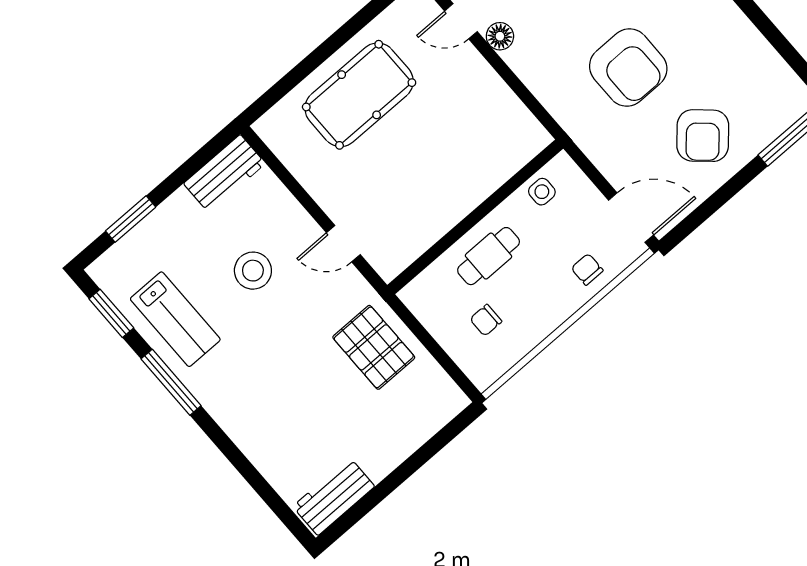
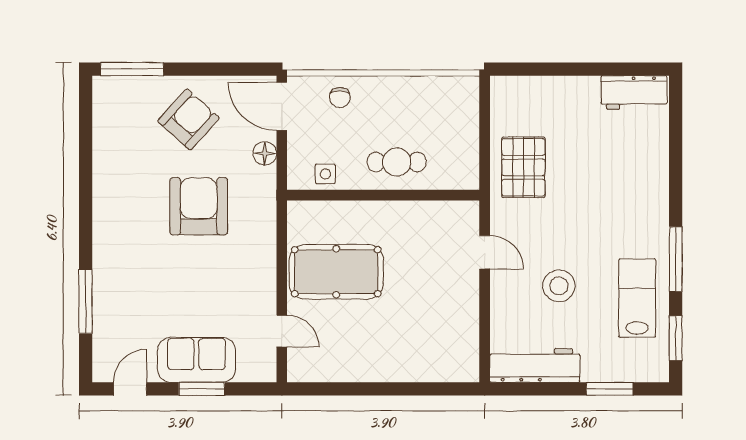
floor lamp: (500, 36) -> (265, 153), moved
pool table: (359, 95) -> (336, 272), moved
workbench: (224, 173) -> (535, 365), width x1.38
chair: (486, 320) -> (435, 122), removed

